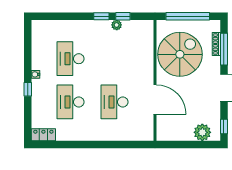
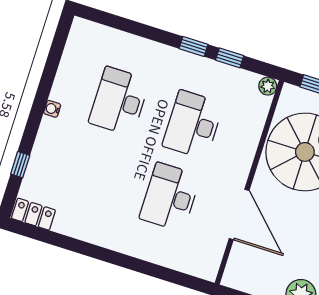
plant: (117, 25) -> (268, 86), moved
window: (28, 89) -> (20, 165), moved
desk: (70, 102) -> (193, 125), moved

